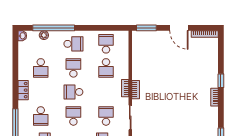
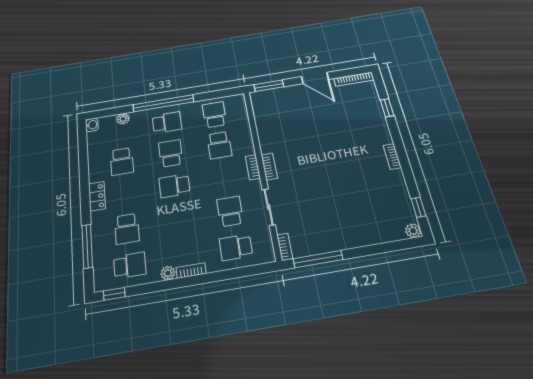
window: (54, 28) -> (163, 103), moved
window: (221, 81) -> (387, 108), moved
school desk: (73, 116) -> (179, 220), removed

